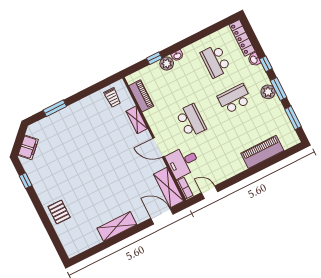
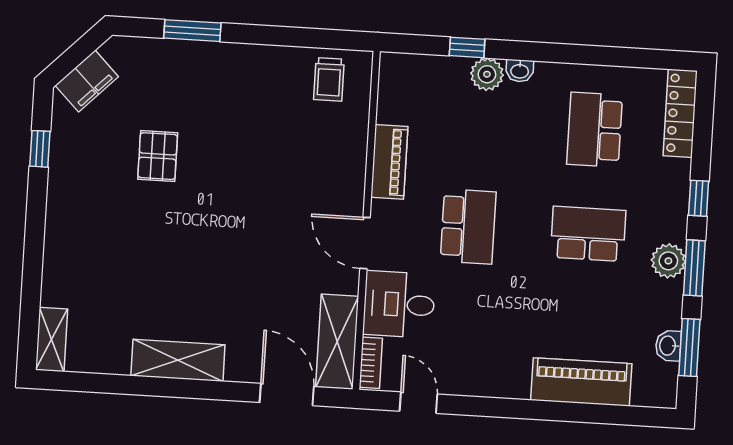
washbasin: (254, 60) -> (668, 346), moved
piano: (141, 96) -> (389, 162), moved
shelving: (137, 120) -> (52, 339), moved
pallet: (59, 212) -> (158, 156), moved

